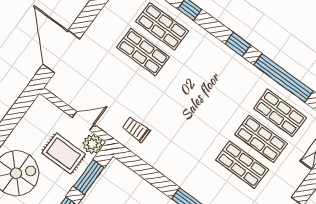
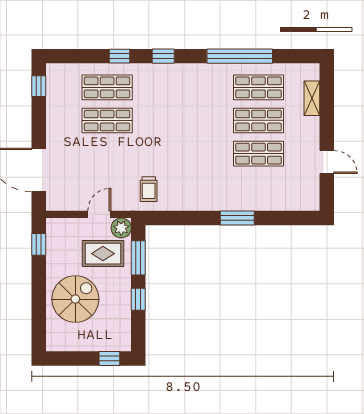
window: (238, 44) -> (163, 56), moved
window: (19, 110) -> (39, 244), added
trolley: (136, 130) -> (149, 189), turned -90

